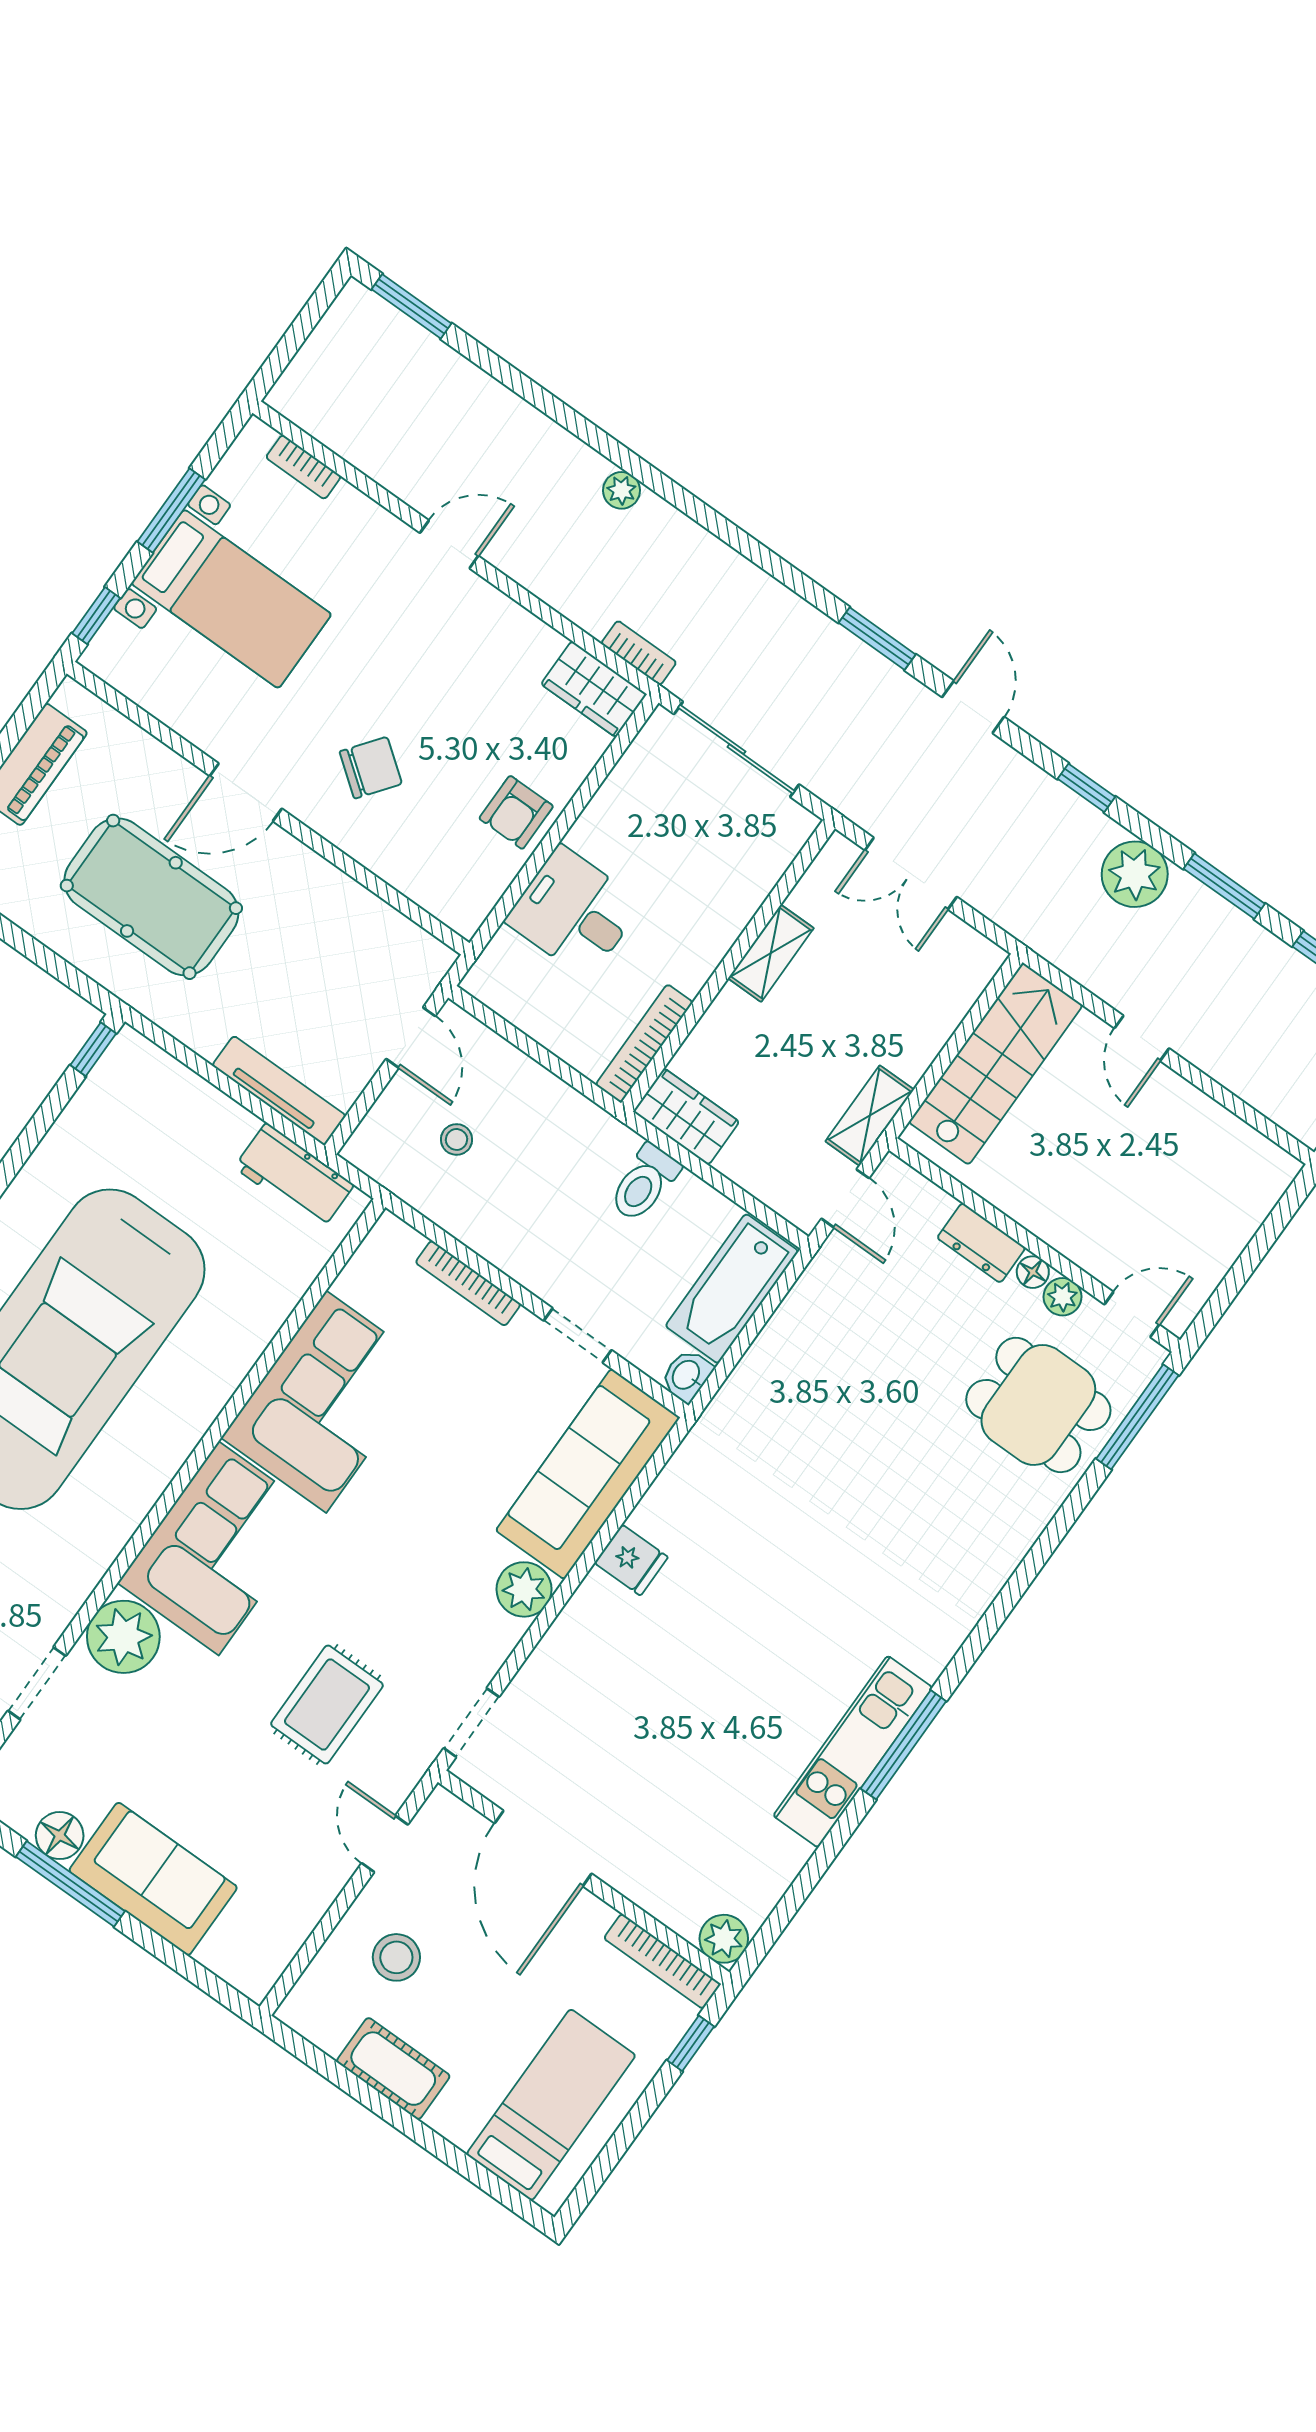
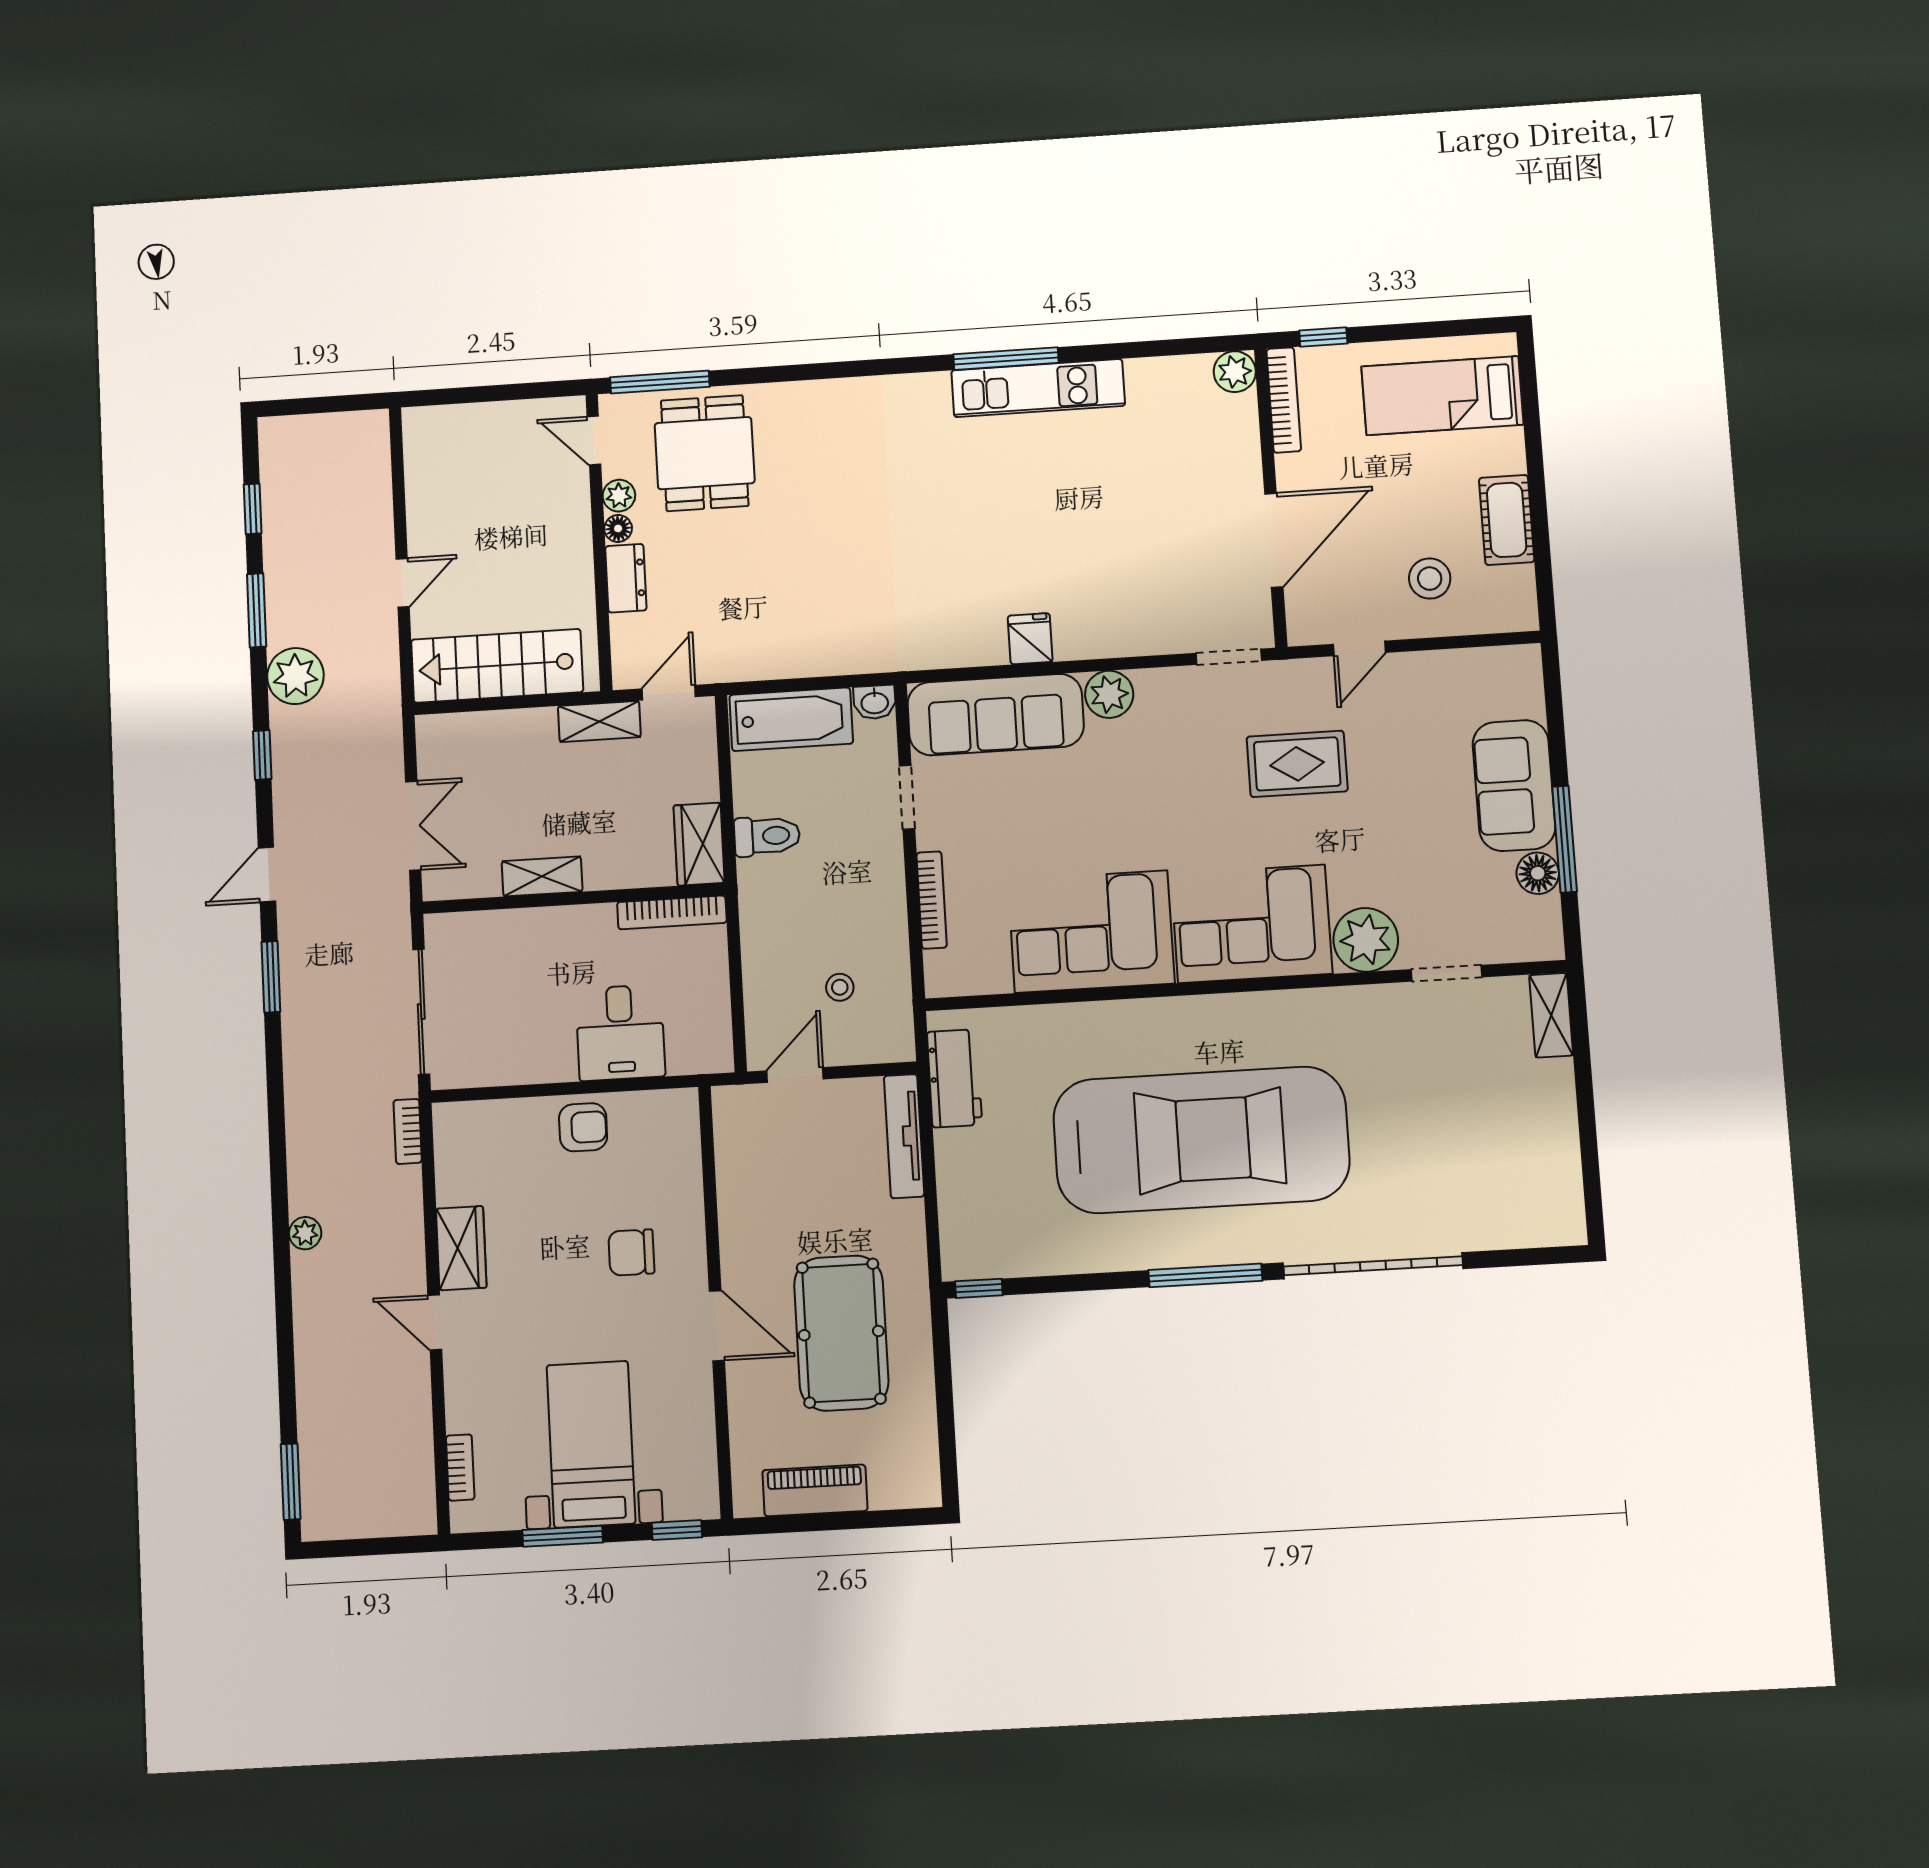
wardrobe: (594, 689) -> (461, 1248), moved
chair: (371, 768) -> (631, 1252), turned -37

